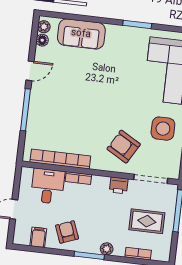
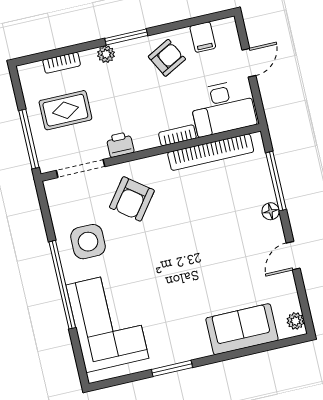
floor lamp: (42, 40) -> (271, 211), moved
window: (25, 110) -> (276, 181), moved
armchair: (124, 147) -> (132, 199), turned 97
desk: (48, 186) -> (223, 108), width x1.37
armchair: (67, 232) -> (167, 58), turned -97

